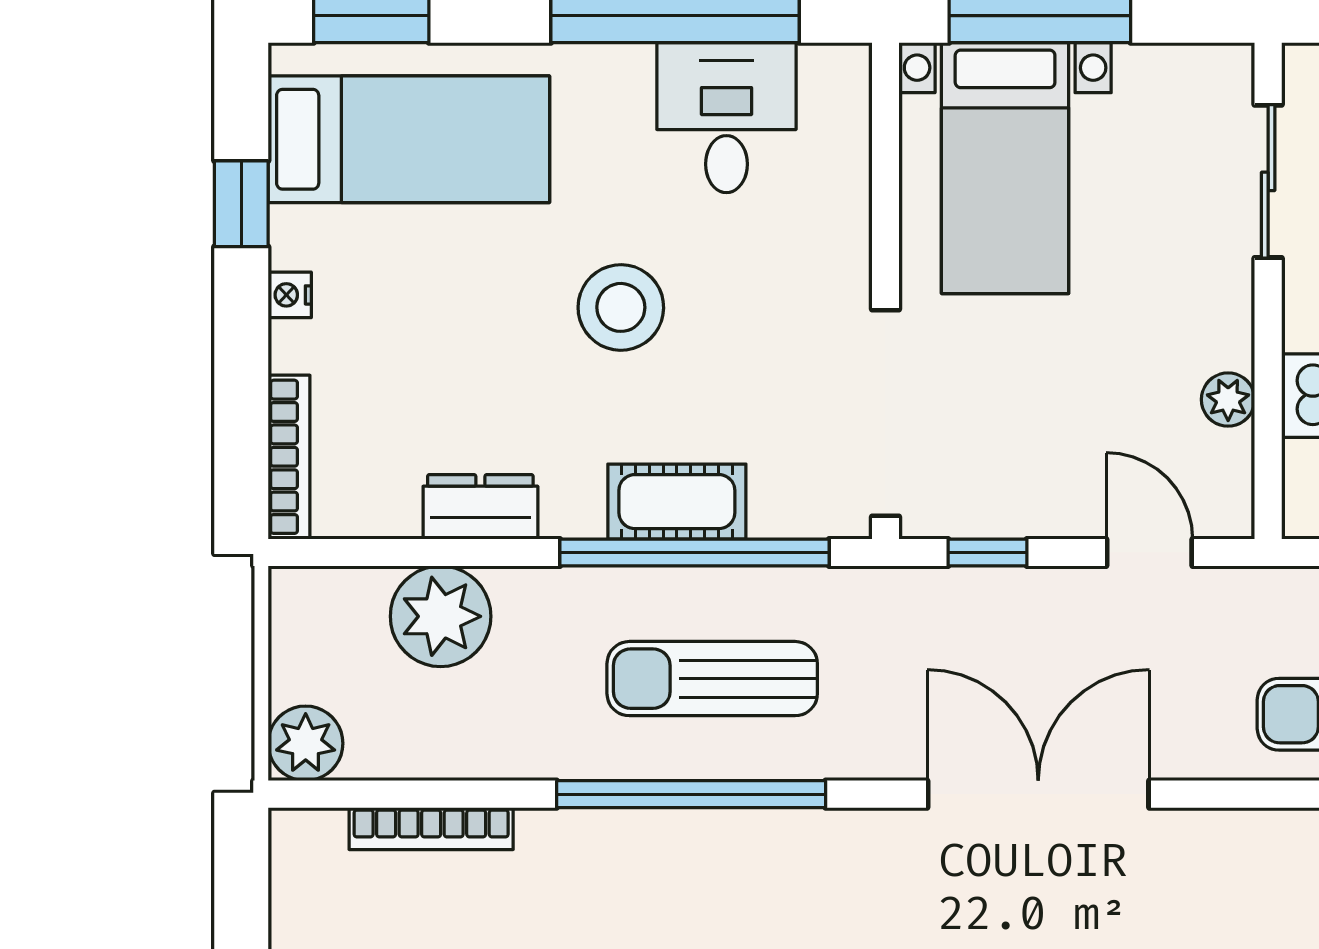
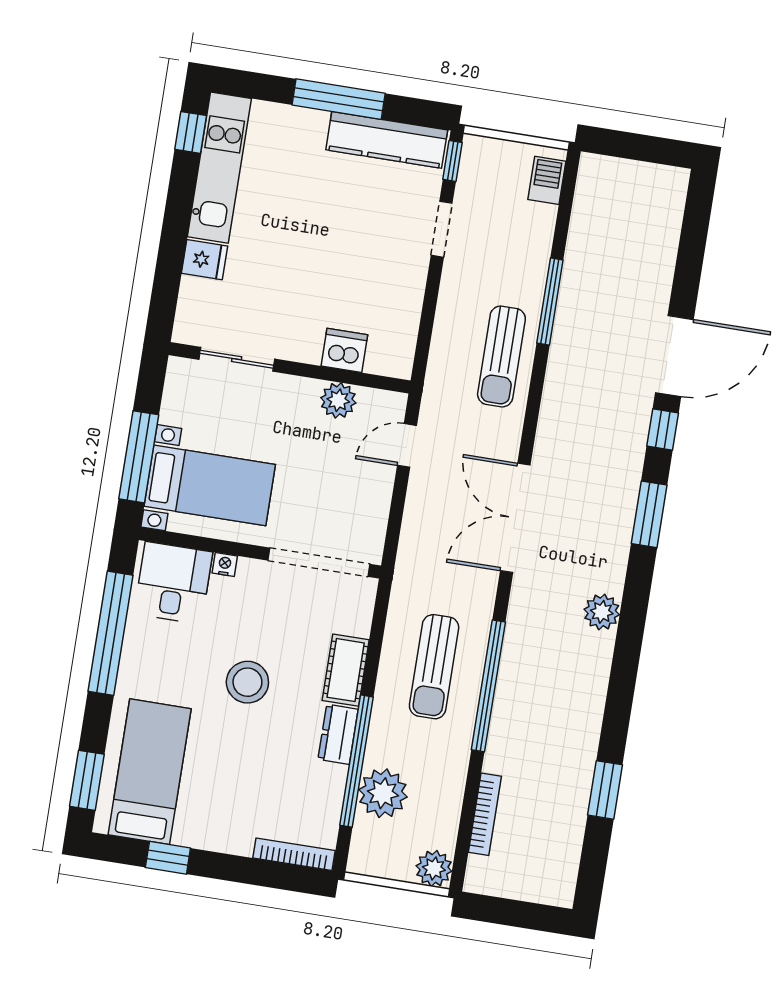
desk: (726, 118) -> (173, 583), moved, turned 90
nightstand: (290, 295) -> (225, 564), moved, turned 180
plant: (1228, 400) -> (338, 400), width x1.38, depth x1.38
dresser: (480, 507) -> (338, 734), moved
window: (694, 553) -> (356, 761), moved
window: (987, 553) -> (394, 524), removed

